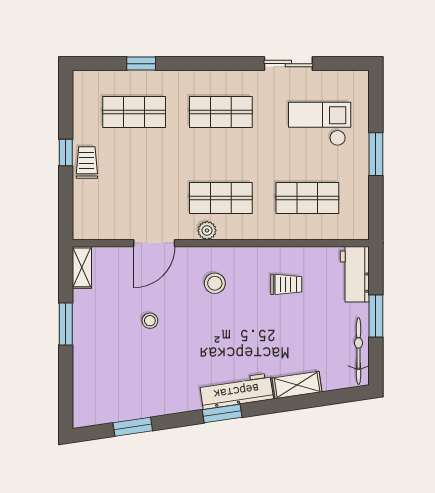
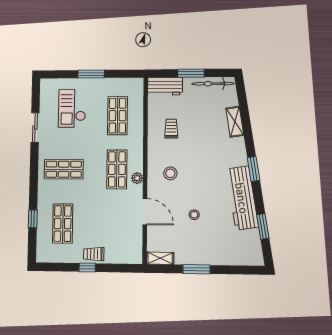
shop shelf: (221, 112) -> (64, 169), turned 90
workbench: (236, 391) -> (242, 198), moved, width x1.36, depth x1.32

